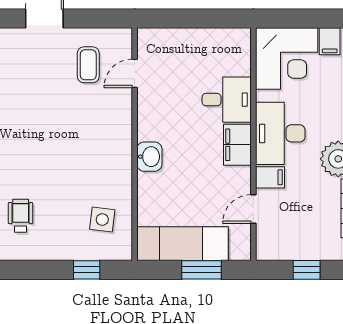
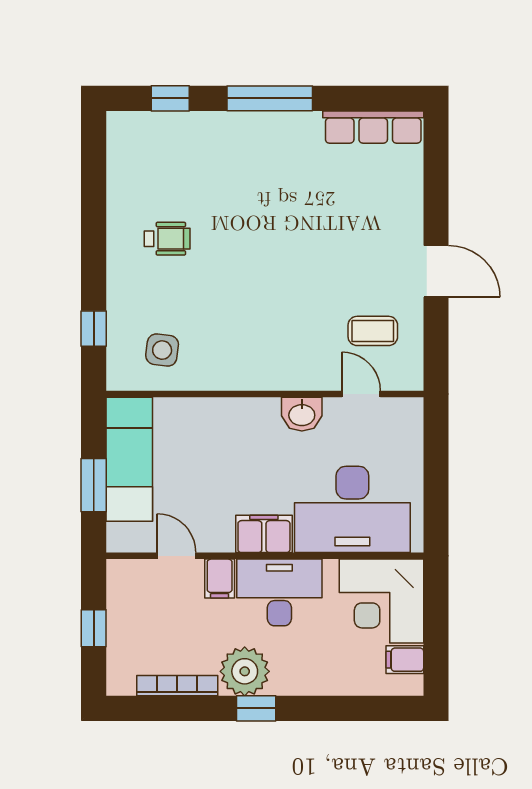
desk: (227, 100) -> (352, 509), width x1.87, depth x1.30
washbasin: (149, 157) -> (302, 414), moved

